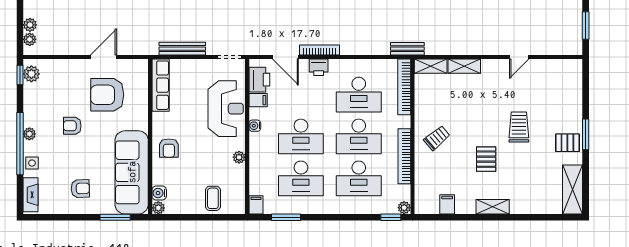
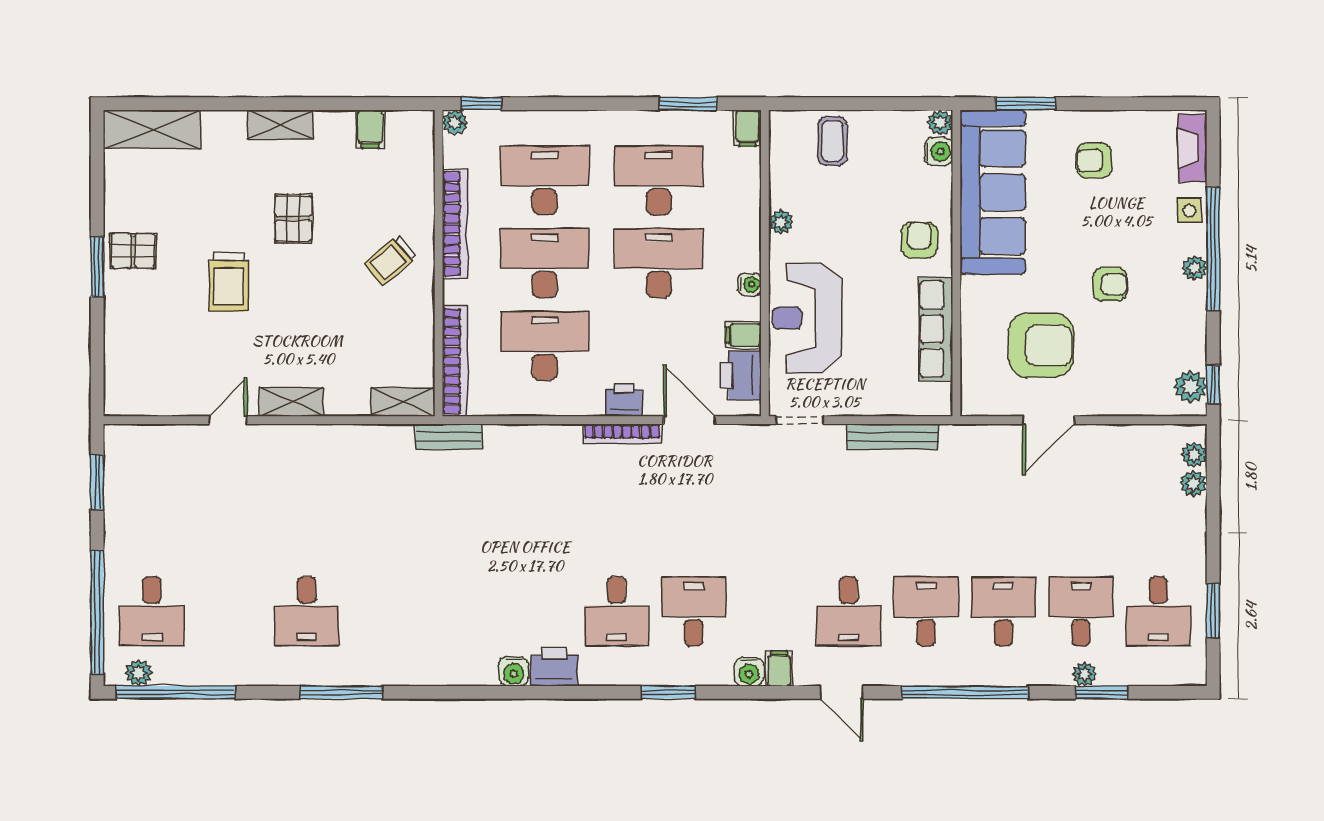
shelving: (464, 66) -> (291, 402), moved
row of seats: (161, 85) -> (936, 329), moved
shelving: (573, 190) -> (152, 129), moved, turned 90

